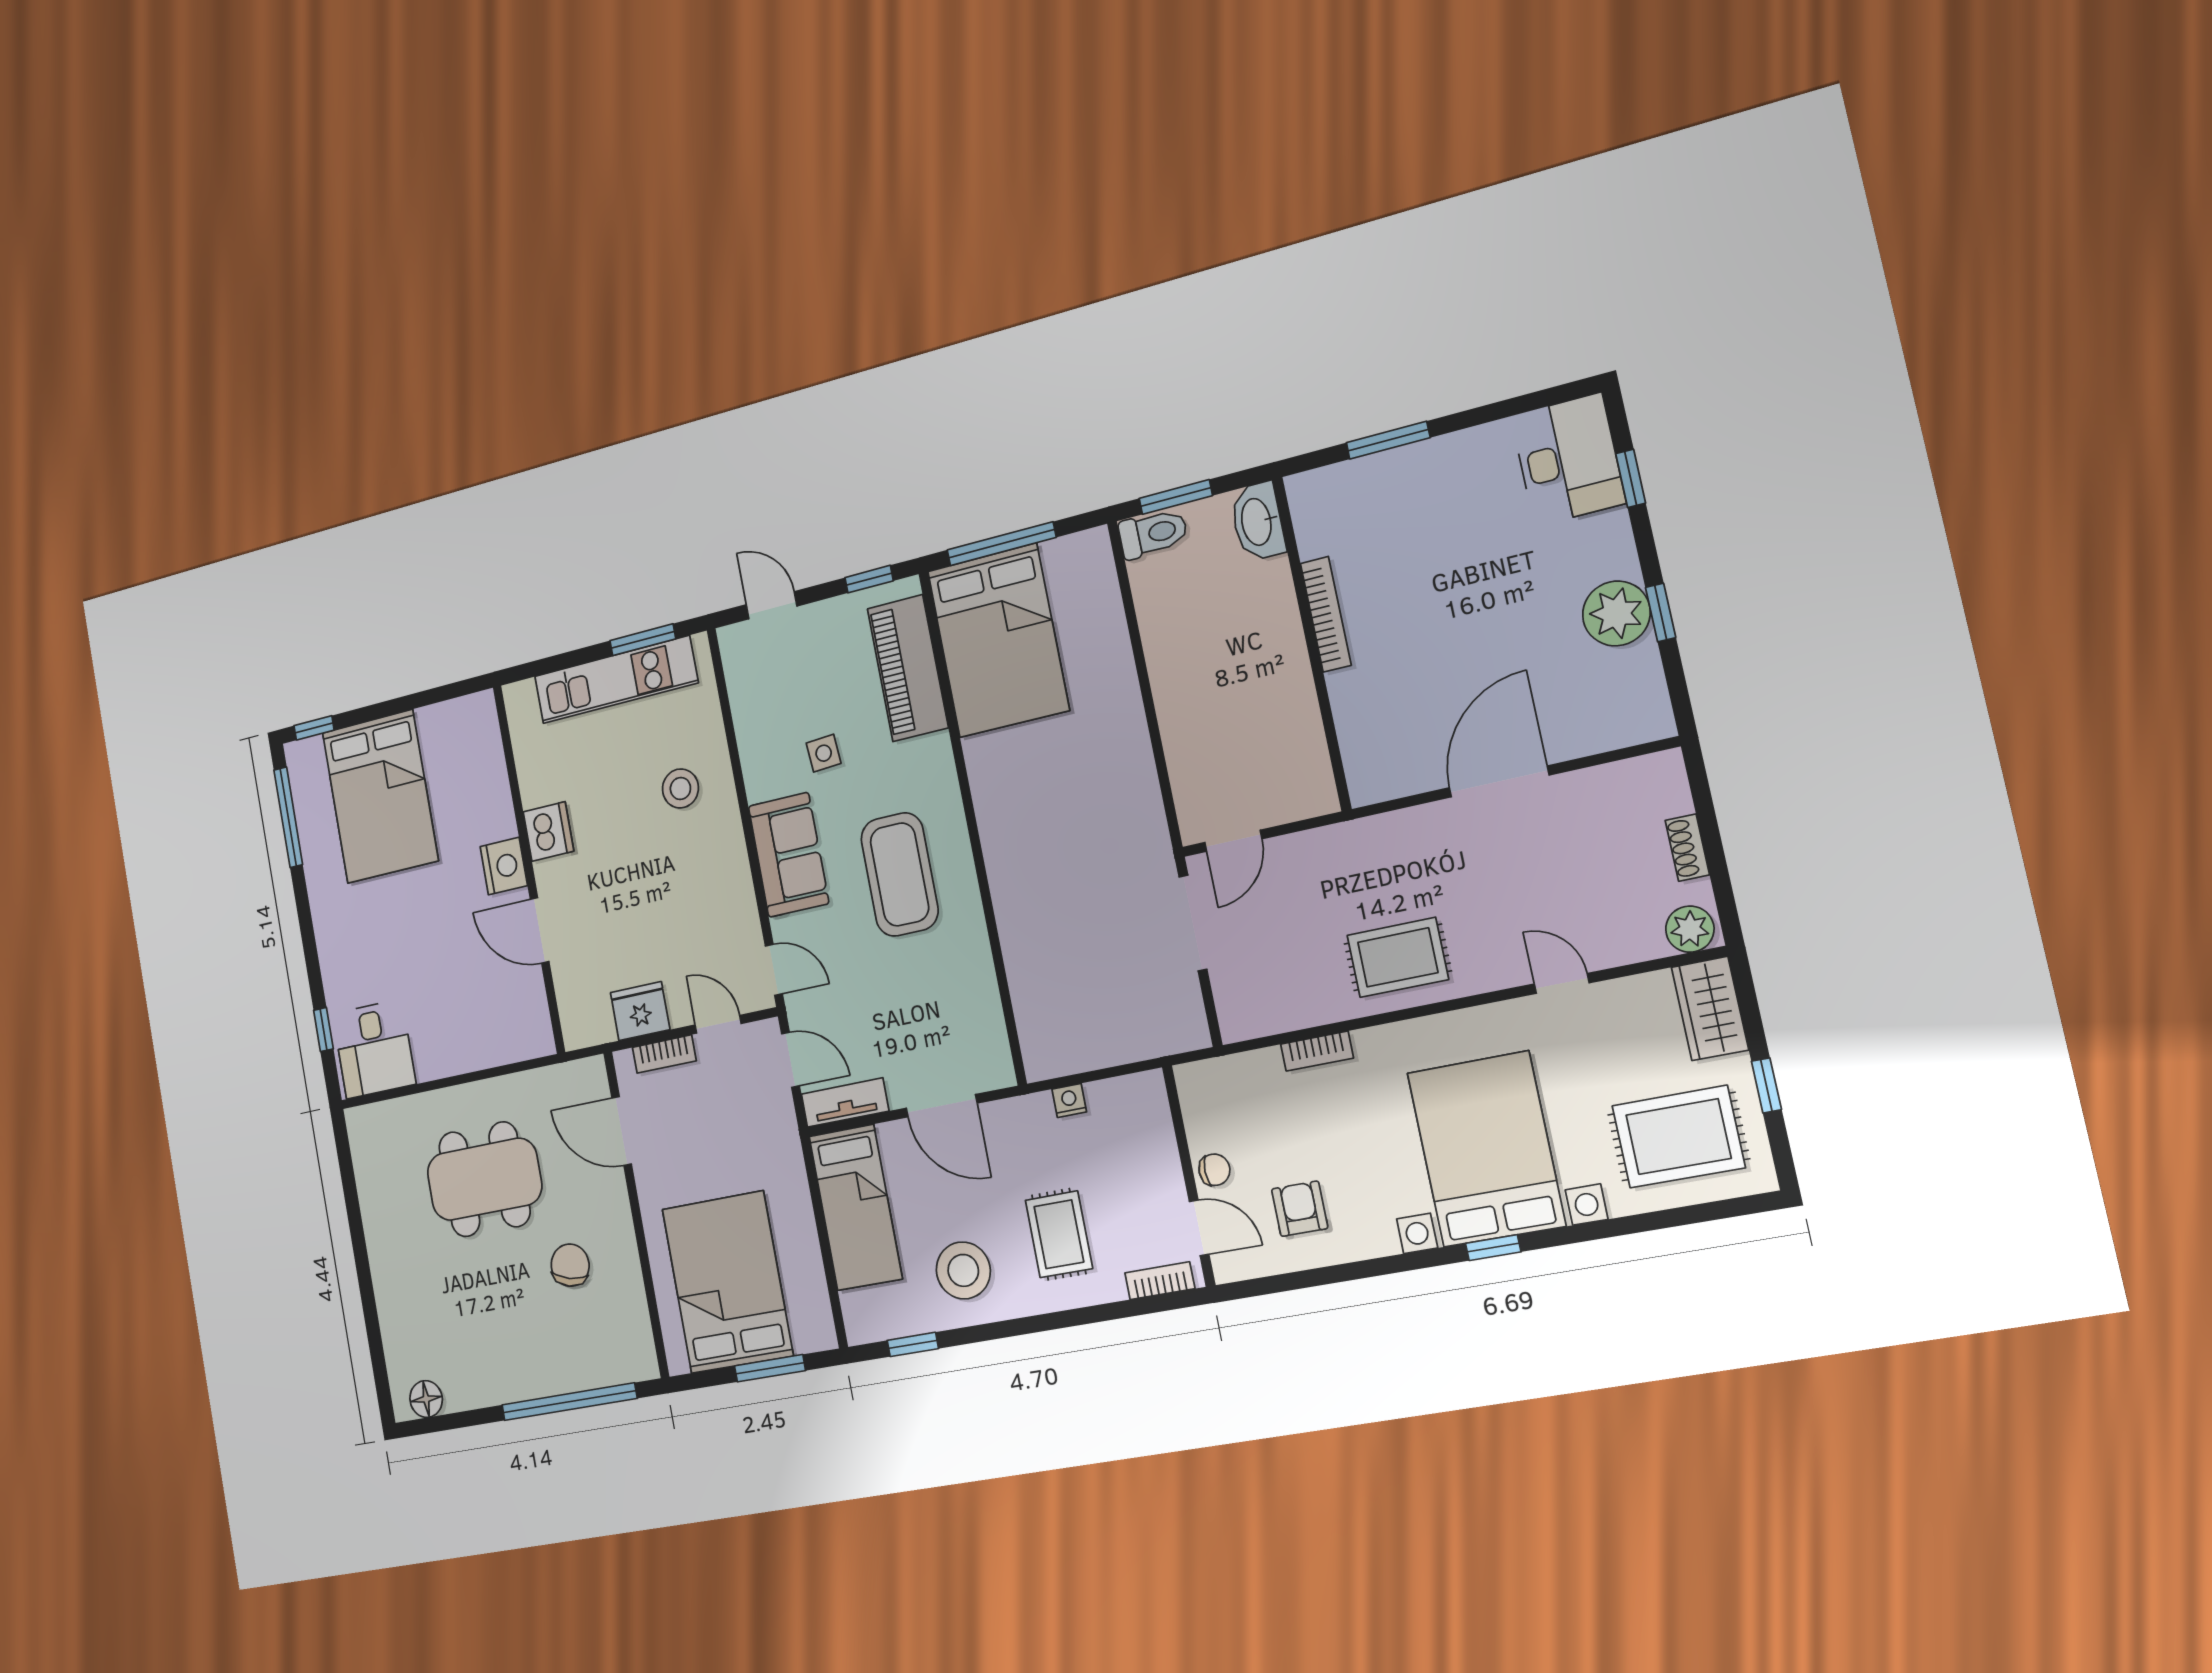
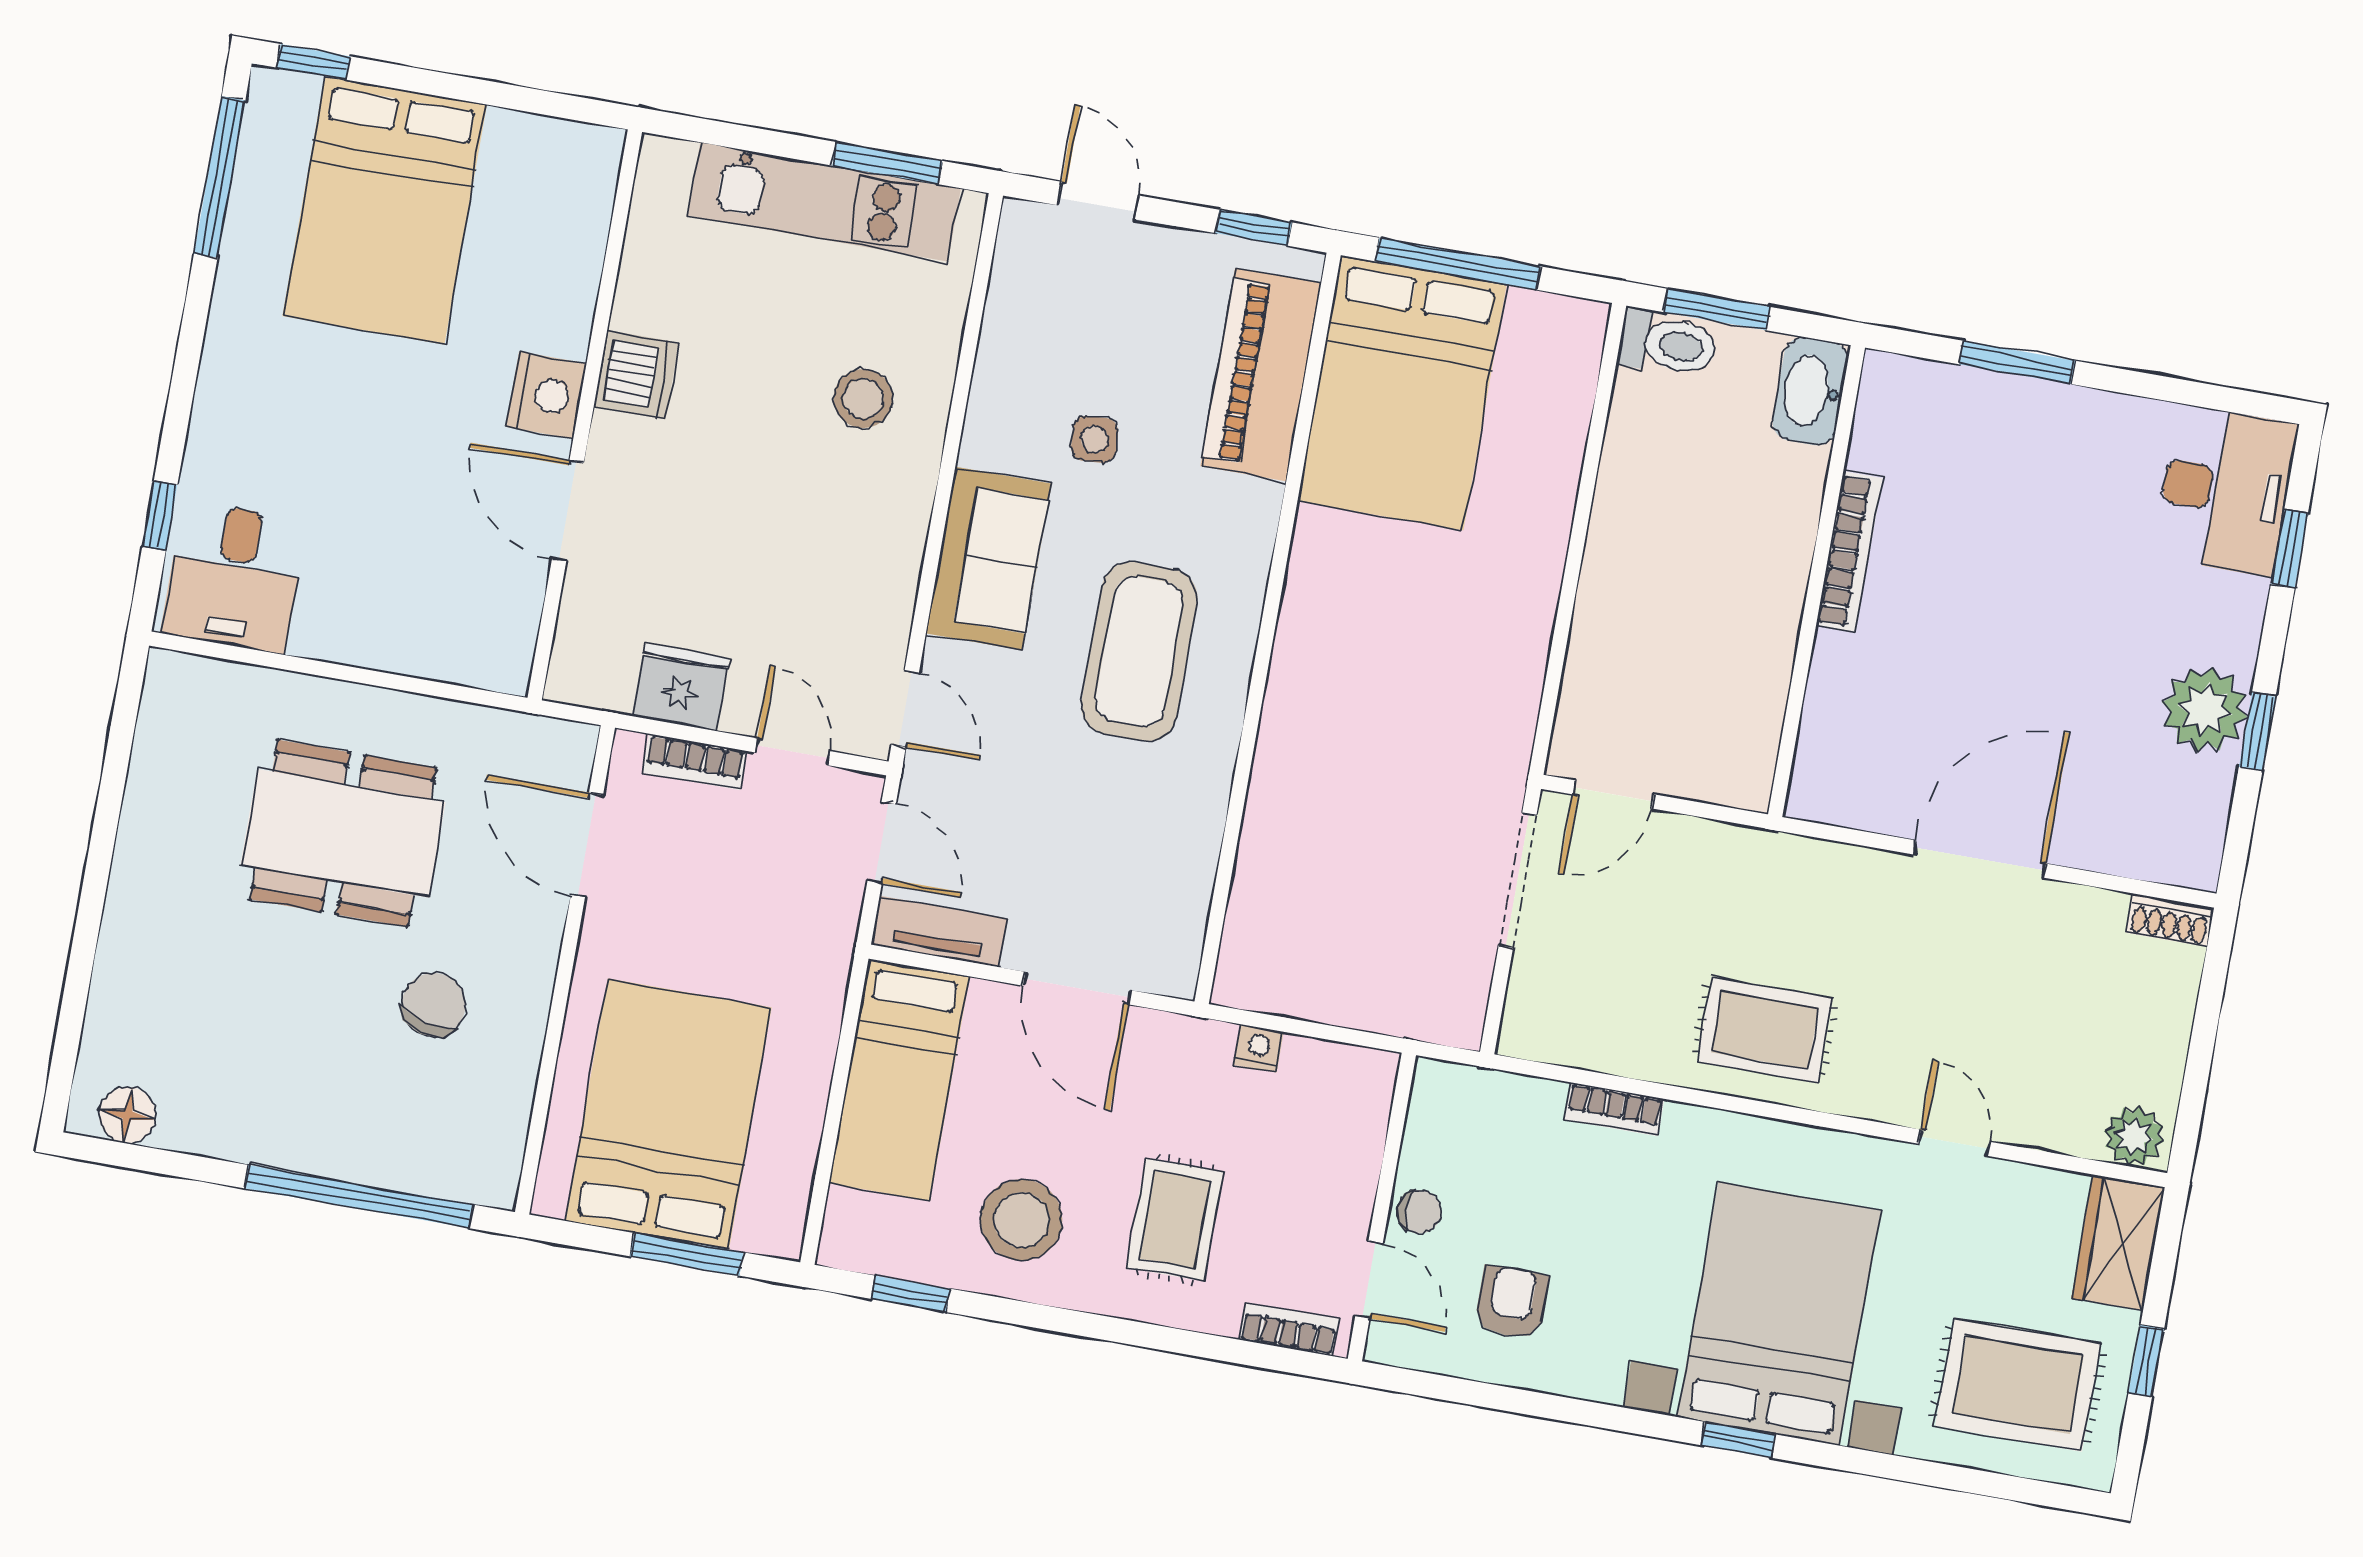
shoe rack: (1687, 848) -> (2170, 920), moved, turned -90

